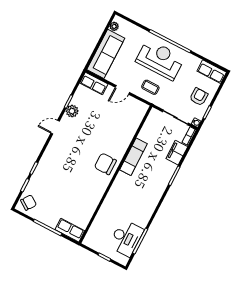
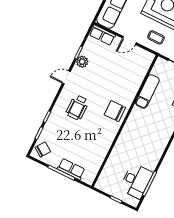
exam couch: (133, 157) -> (147, 92), moved
wheelchair: (66, 159) -> (77, 107), added
row of seats: (70, 230) -> (71, 169), moved

